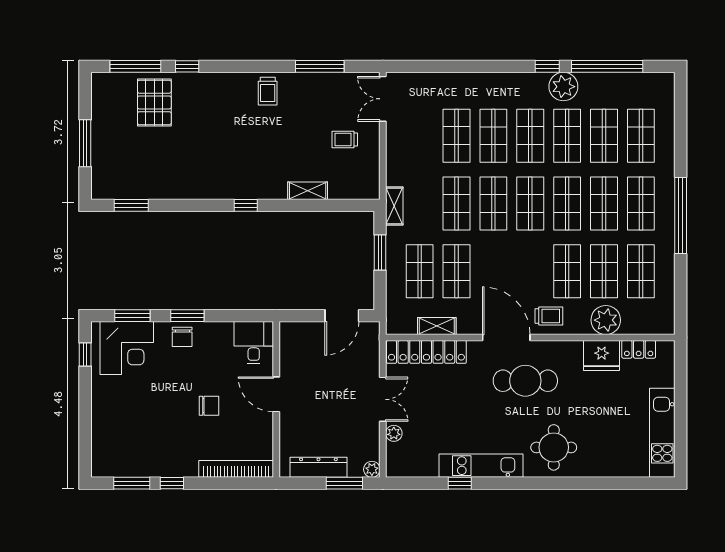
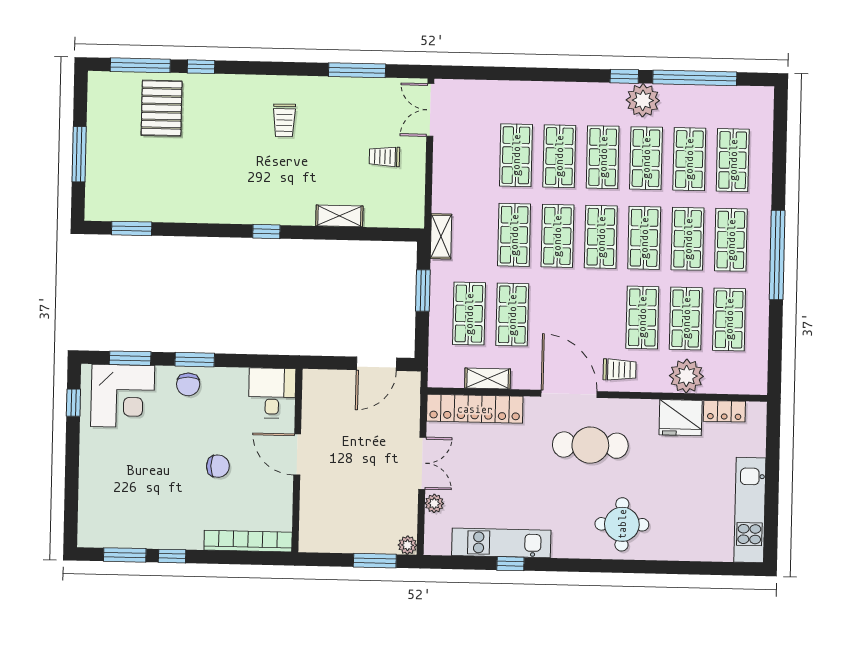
trolley: (268, 91) -> (284, 120), moved
kitchen unit: (481, 466) -> (501, 543), moved
dresser: (318, 467) -> (345, 541), removed

